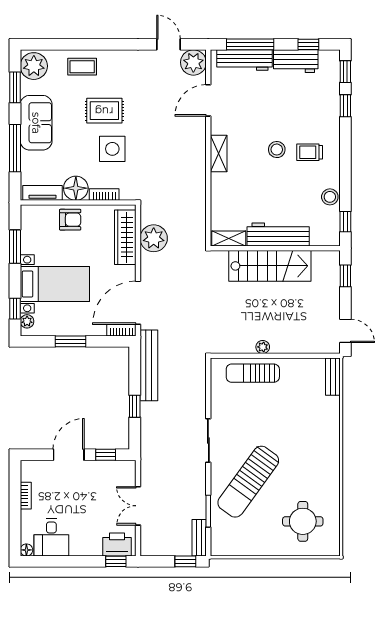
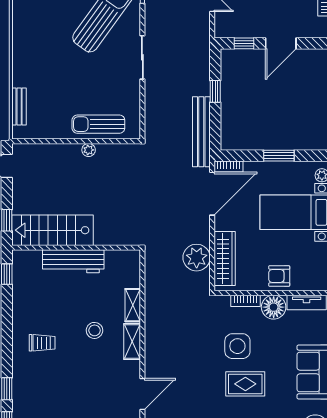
stool: (277, 150) -> (94, 330), moved
stool: (330, 197) -> (22, 299), removed
shelving: (229, 239) -> (133, 305), moved, turned 90
stairs: (270, 266) -> (53, 230), moved
sun lounger: (253, 373) -> (98, 124), turned 180
bench: (333, 377) -> (19, 106), moved

